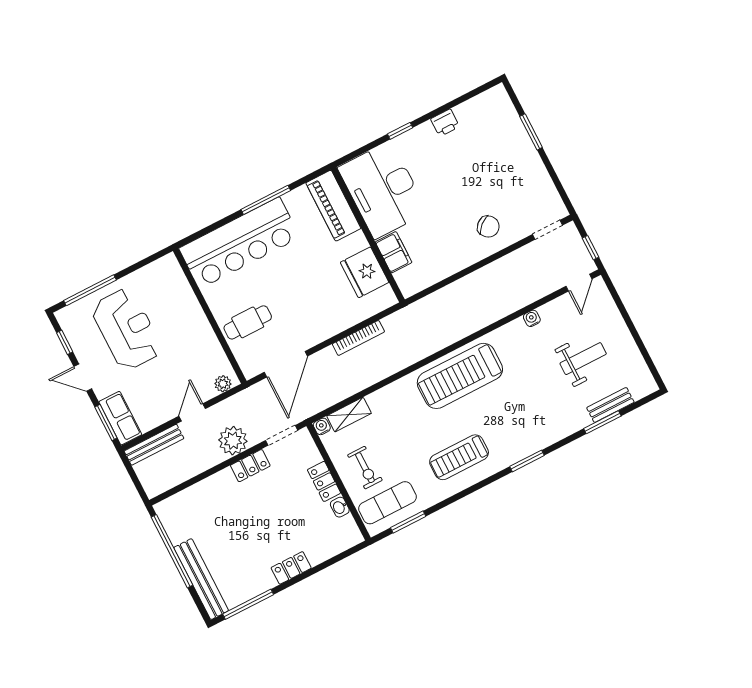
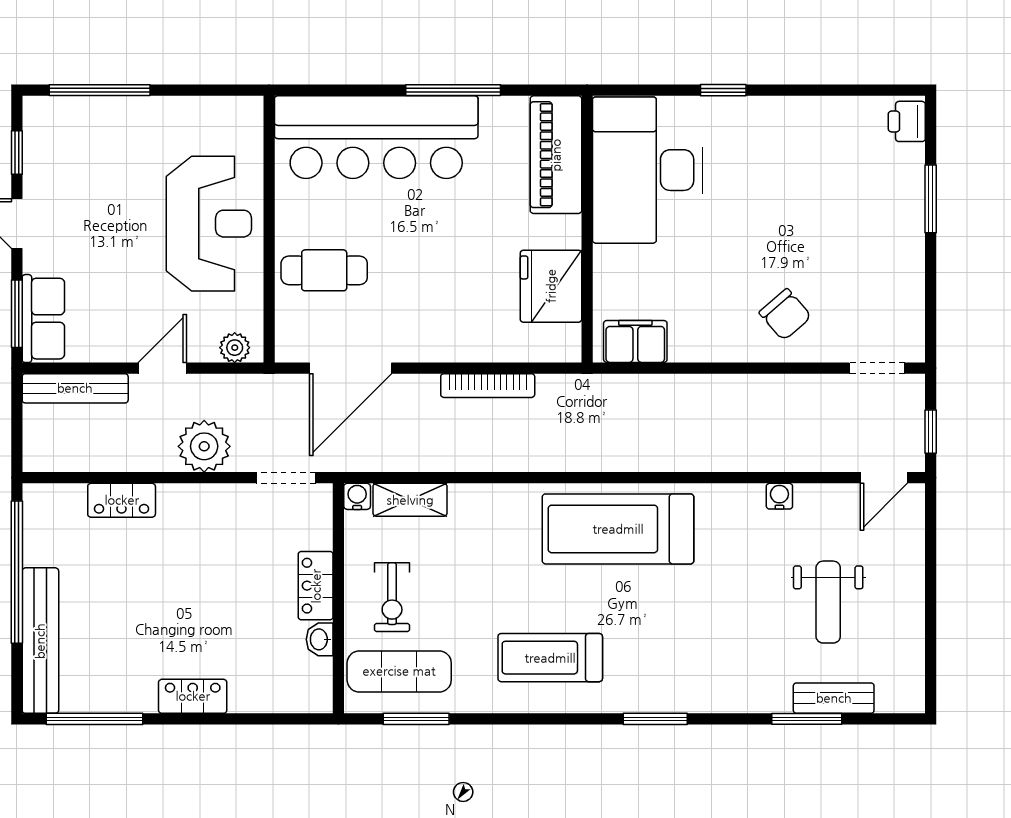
printer: (445, 123) -> (907, 121), moved, turned 90
filing cabinet: (394, 252) -> (635, 341), moved, turned -90
reception desk: (127, 329) -> (209, 224), moved
weight bench: (583, 359) -> (828, 602), turned 90
locker: (250, 466) -> (122, 500), moved

